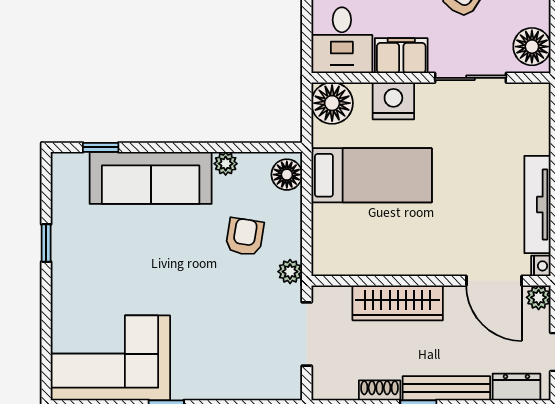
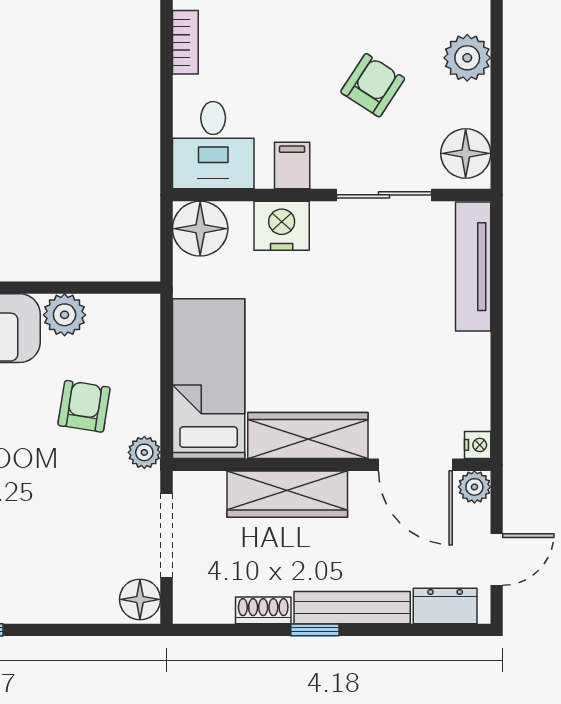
filing cabinet: (401, 56) -> (292, 166), width x0.50
plant: (226, 164) -> (65, 315), width x1.38, depth x1.38
floor lamp: (287, 175) -> (140, 599), moved
bed: (372, 175) -> (209, 379), moved, turned -90
tv unit: (537, 204) -> (473, 267), moved
wardrobe: (413, 259) -> (308, 436), added

